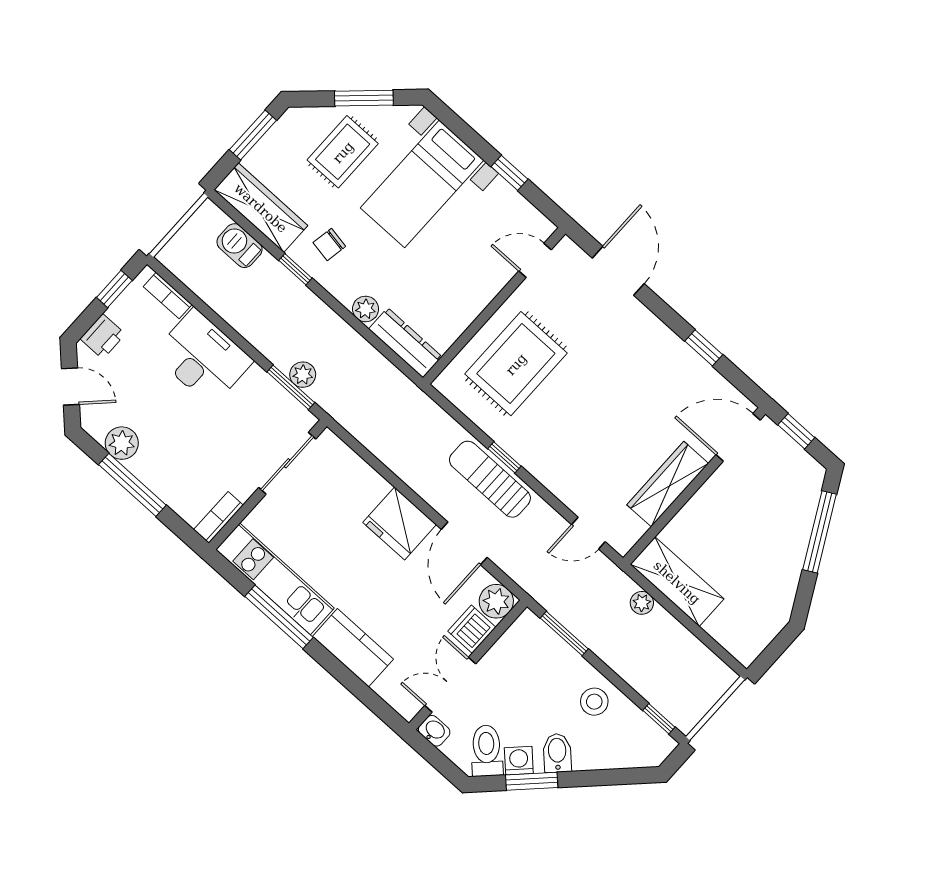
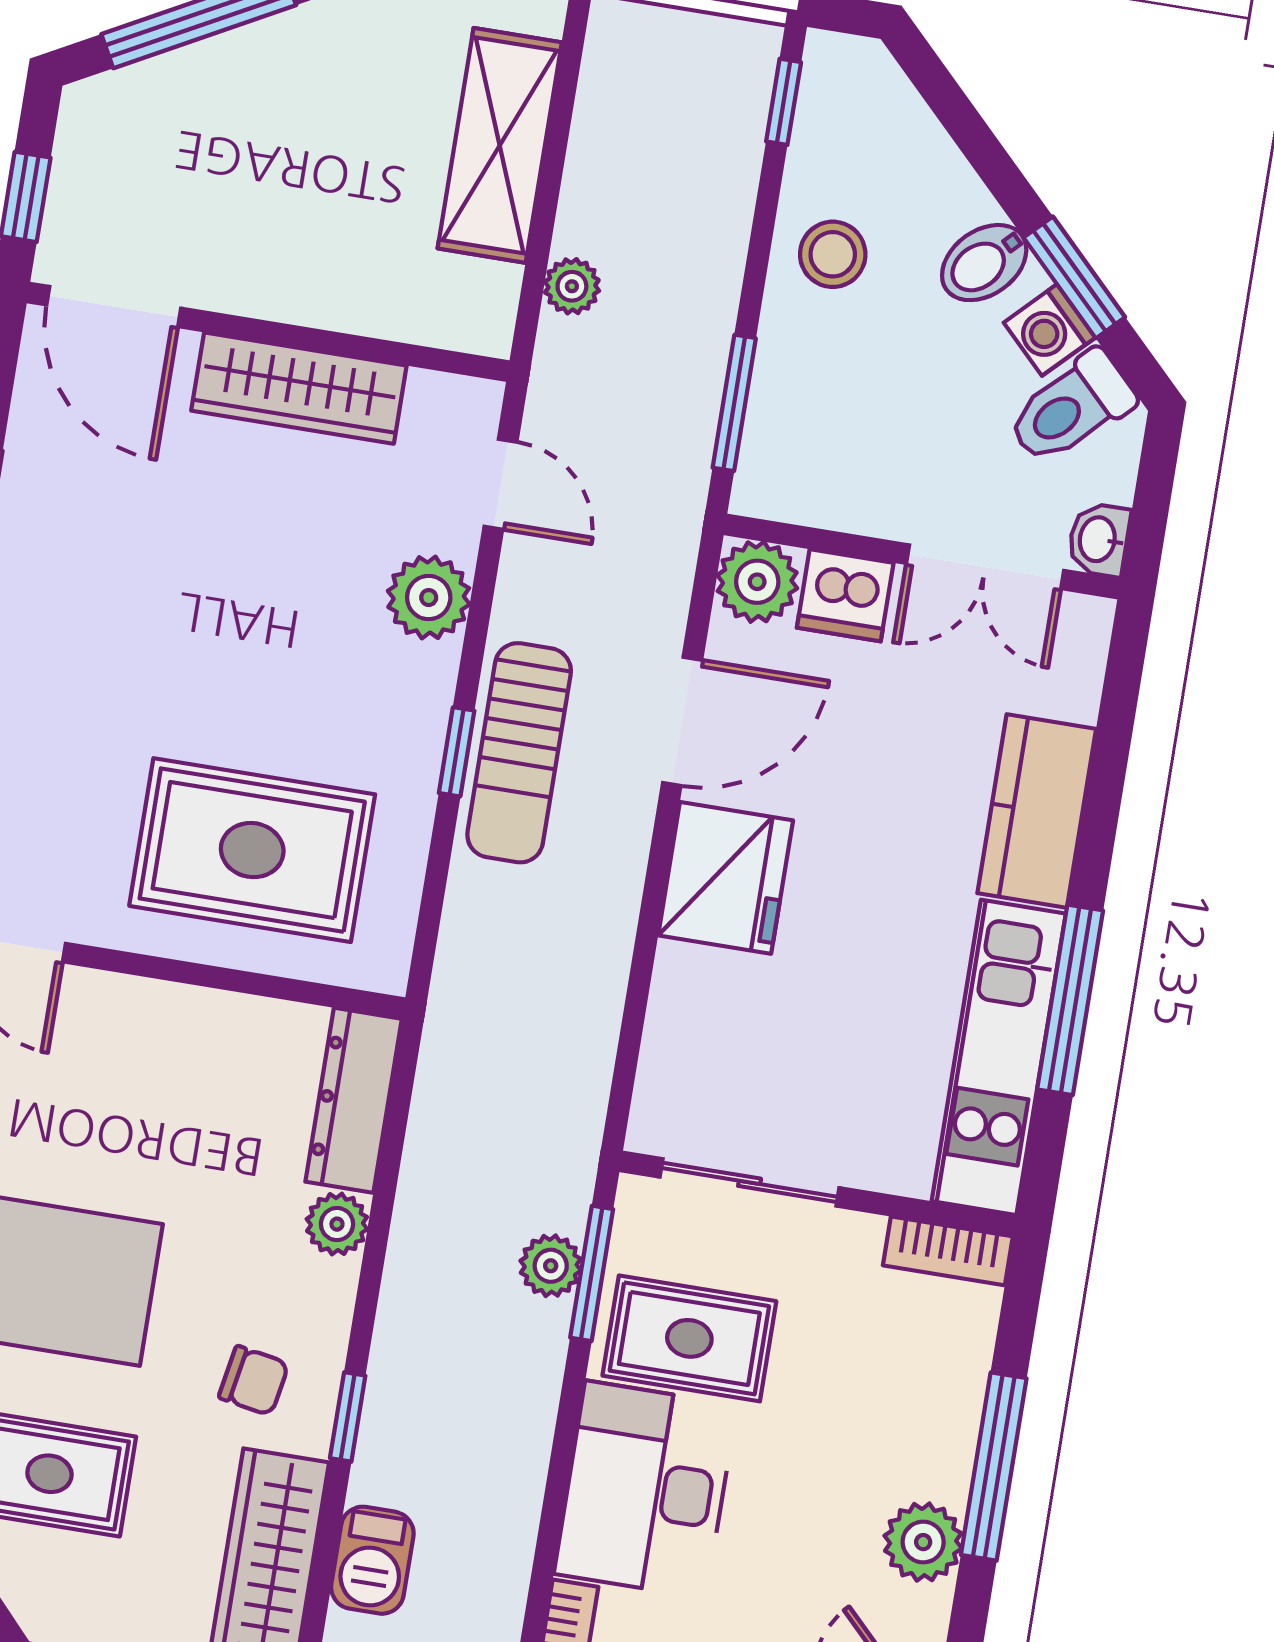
rug: (246, 407) -> (689, 1338), added
plant: (565, 482) -> (429, 598), added
shelving: (677, 582) -> (500, 145), moved

